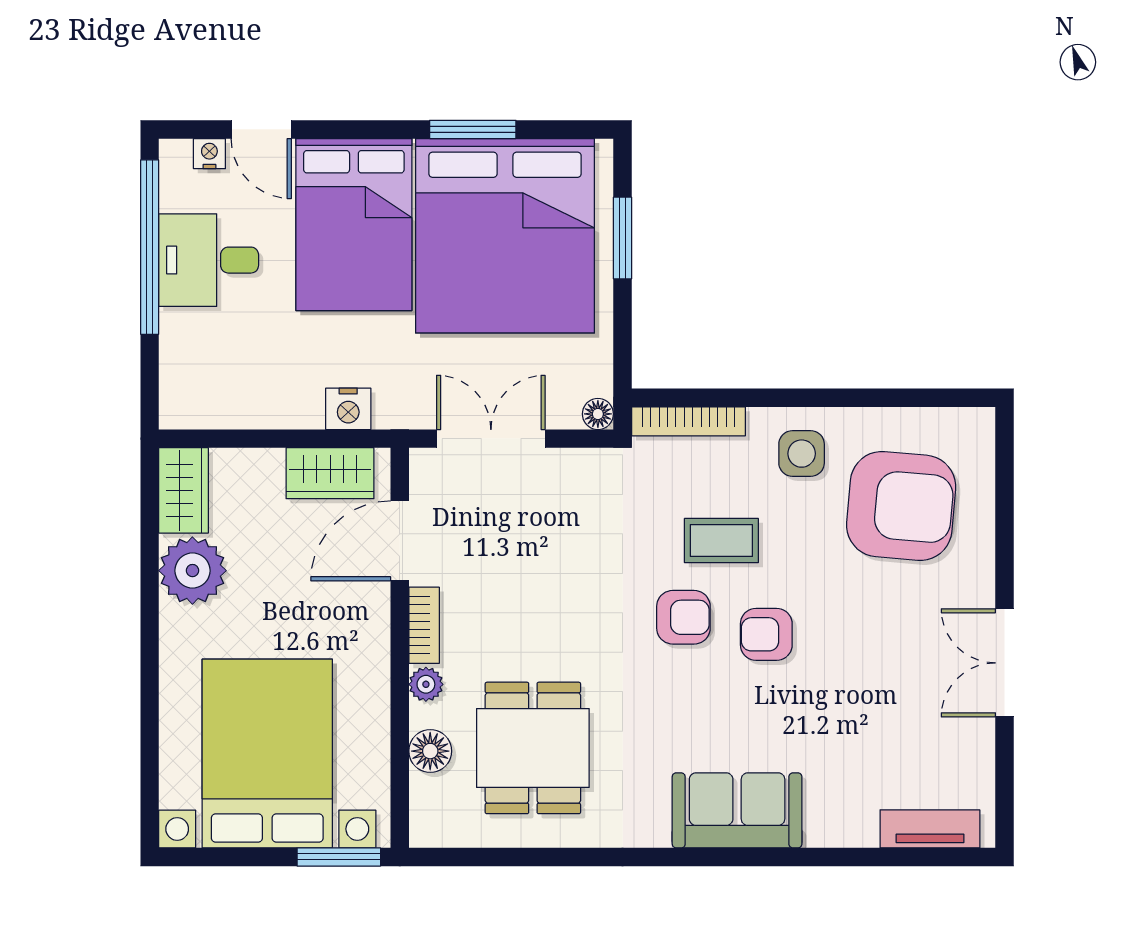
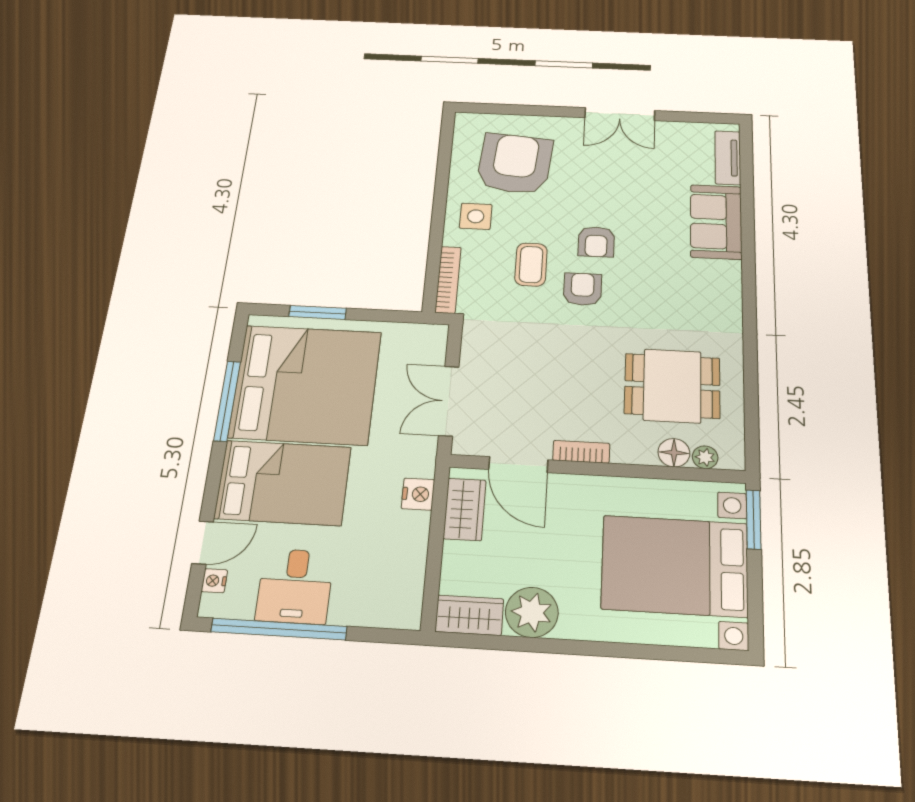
window: (473, 129) -> (227, 401), width x1.44
floor lamp: (598, 414) -> (438, 333), removed
plant: (426, 684) -> (705, 457), moved
sofa: (737, 810) -> (716, 222), moved

